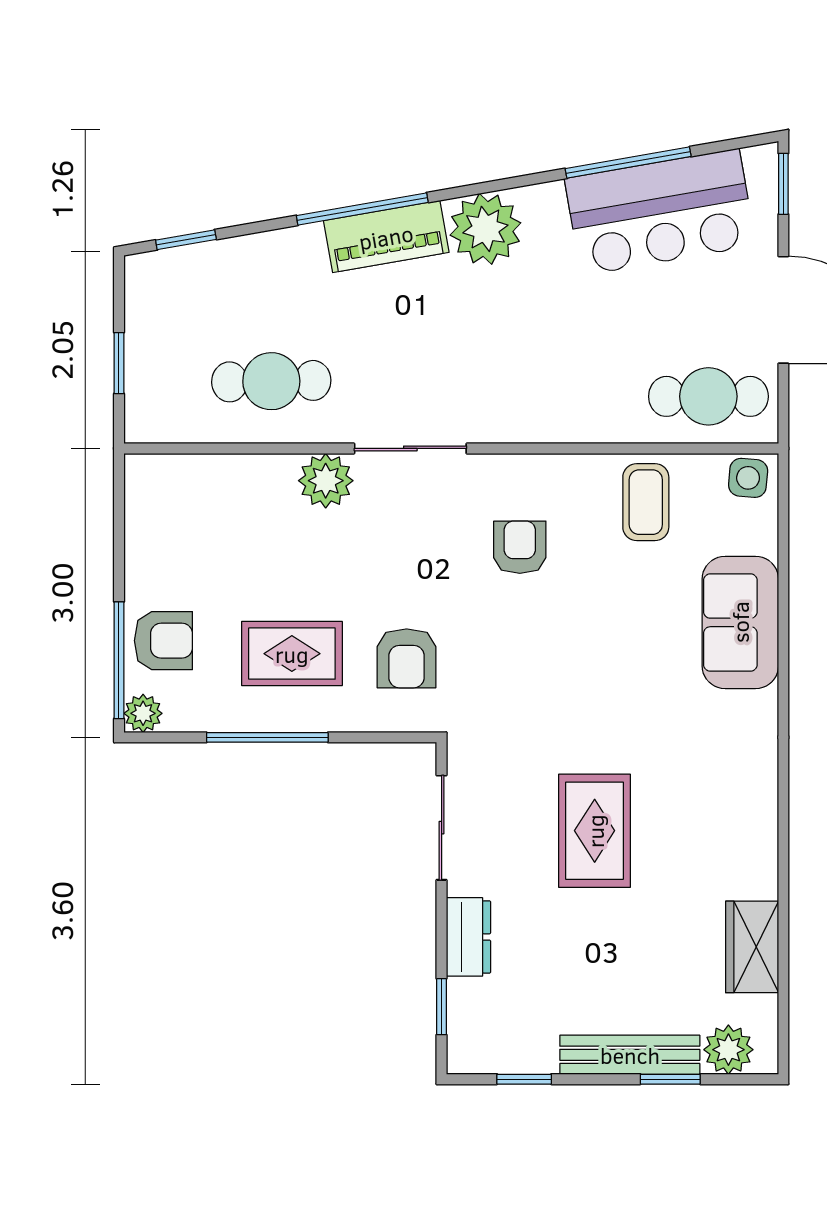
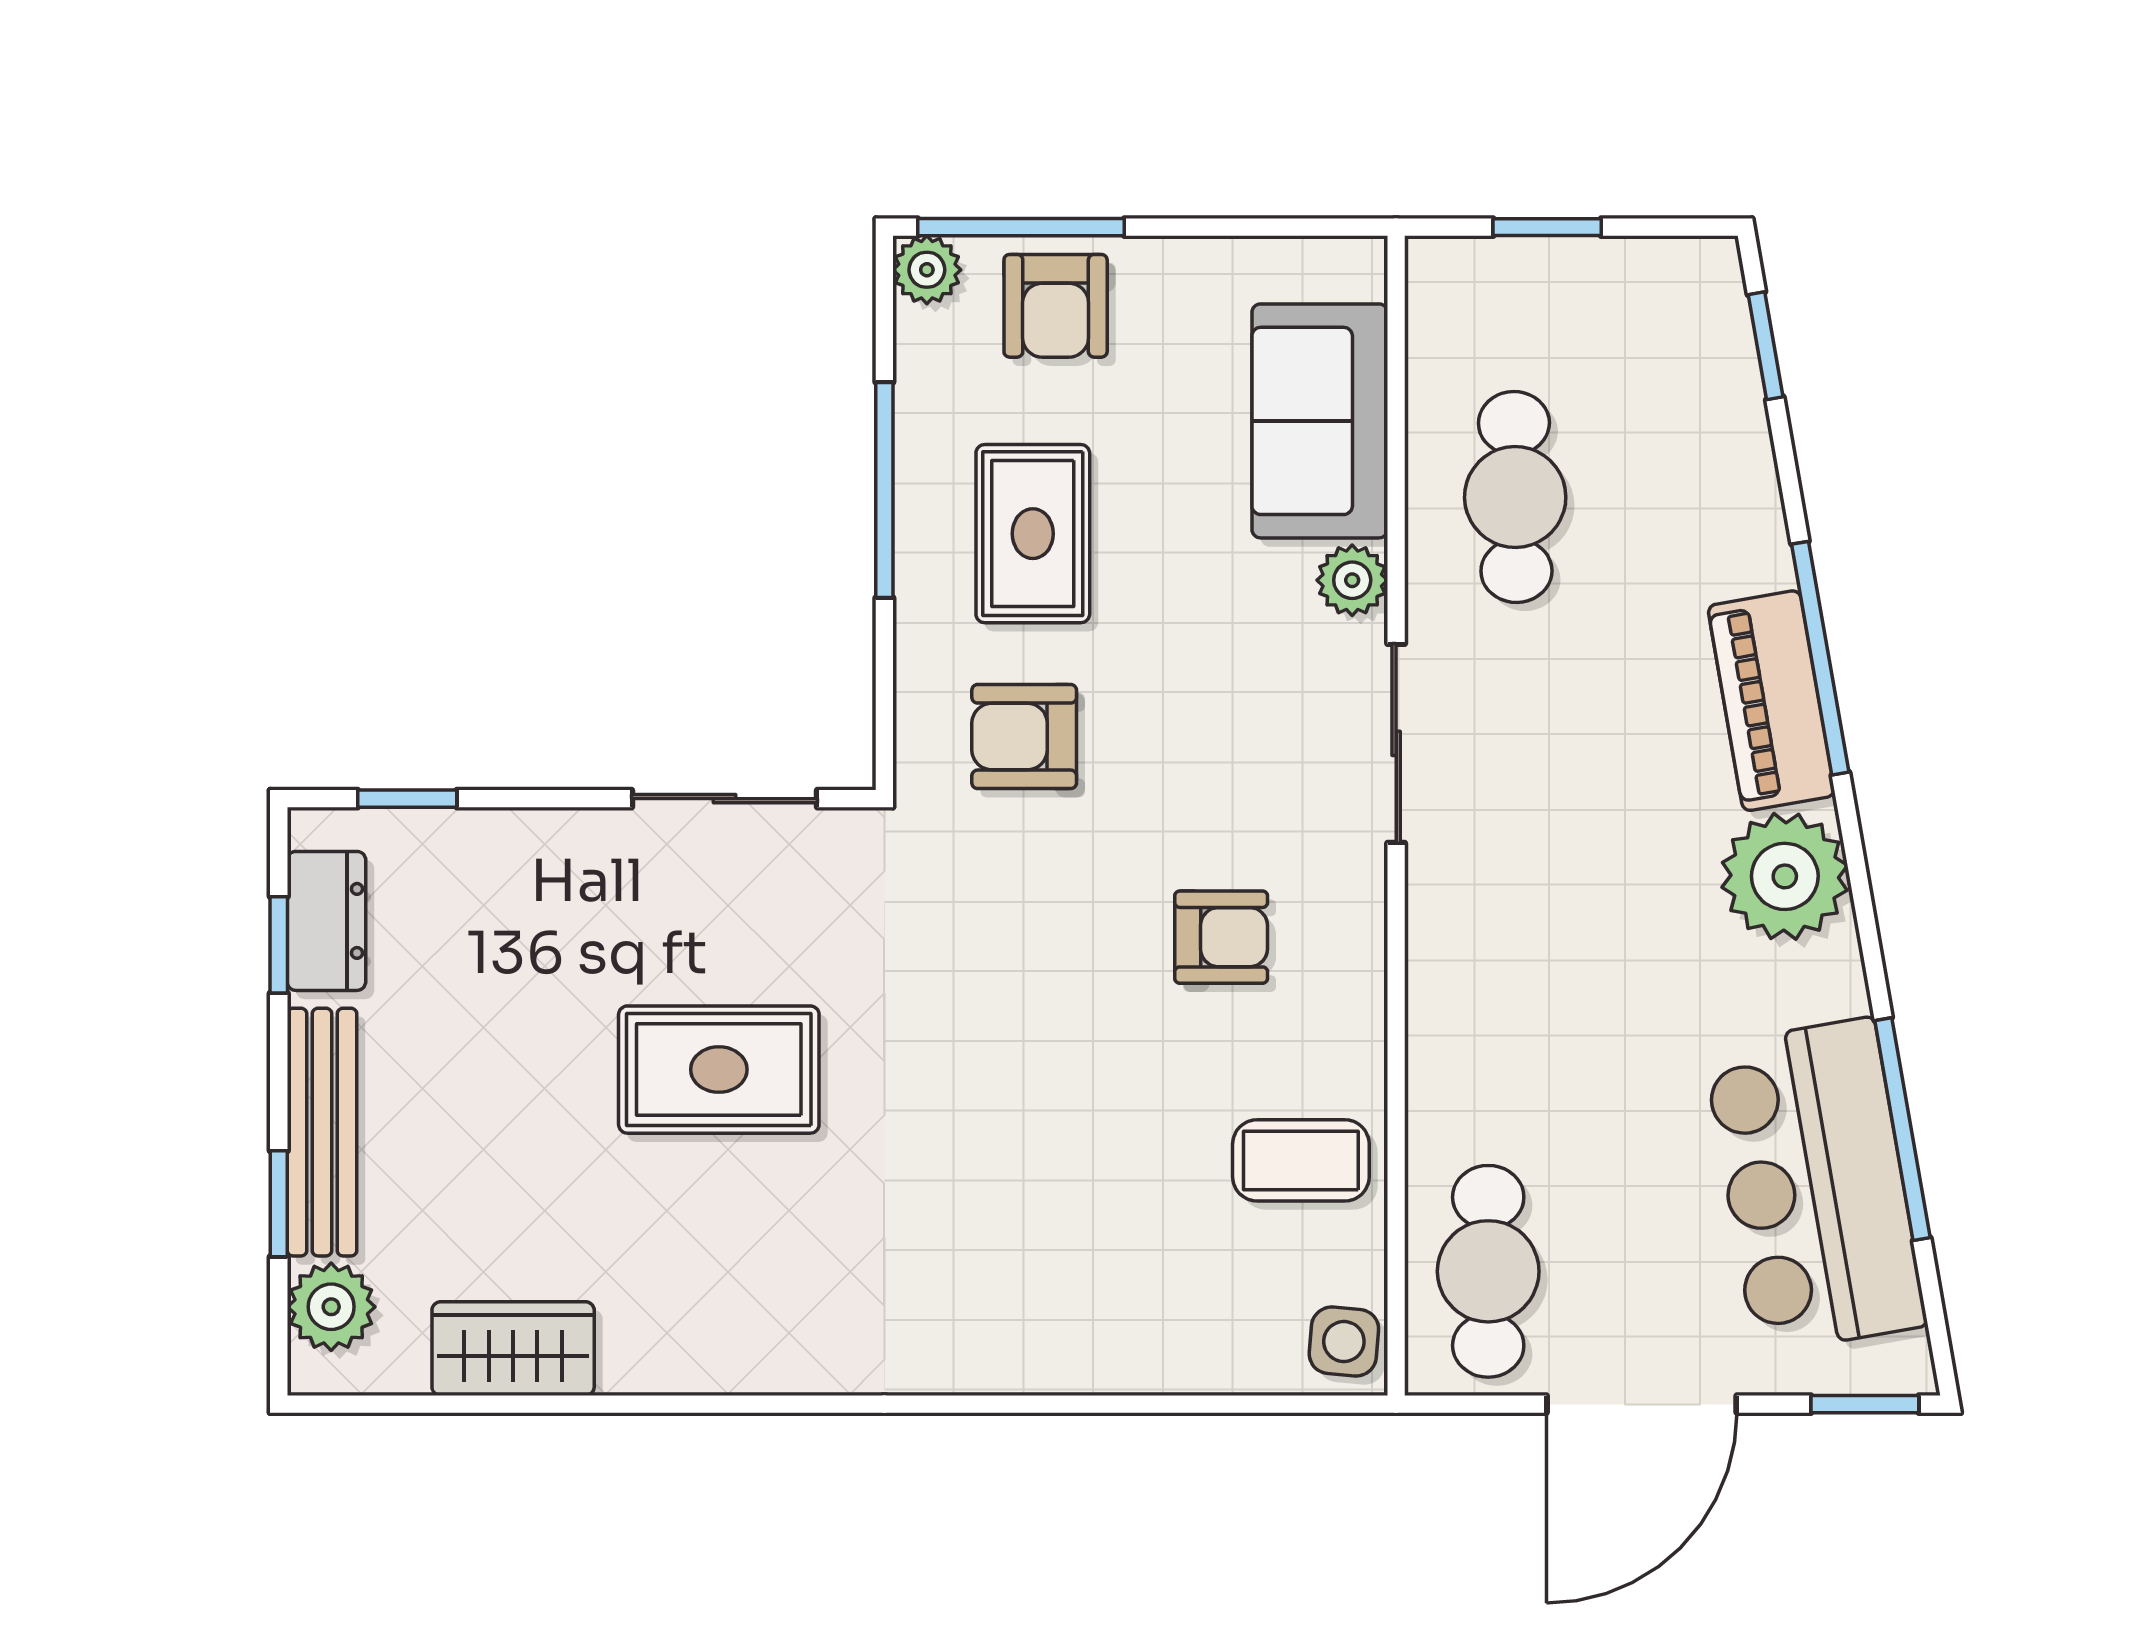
plant: (326, 481) -> (1352, 580), width x0.73, depth x0.73
sofa: (740, 622) -> (1320, 421), moved, turned -90
dresser: (468, 937) -> (326, 921), moved, turned -90

